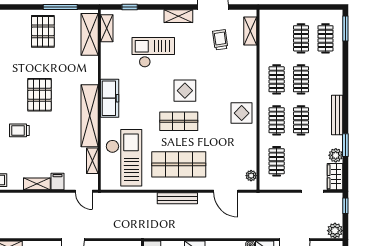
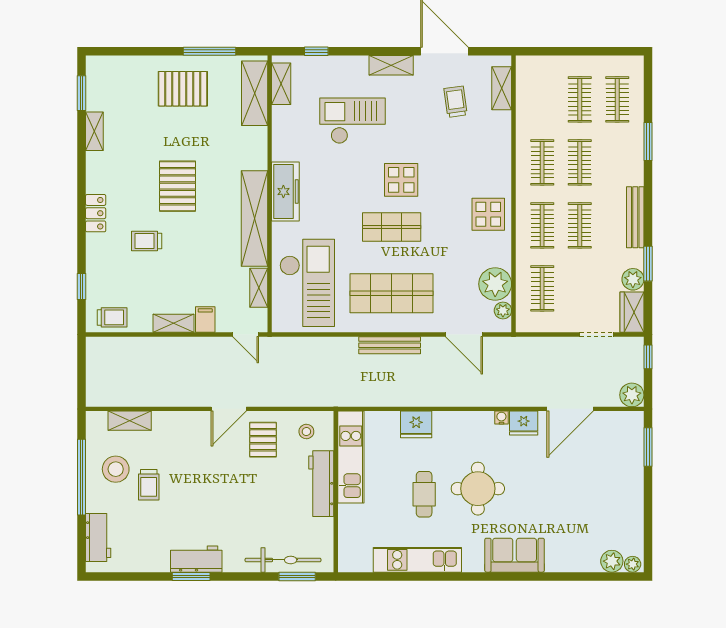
window: (345, 28) -> (648, 141), moved
pallet: (43, 31) -> (183, 89), turned 90
plant: (246, 158) -> (495, 284), added

